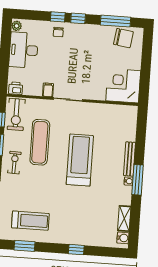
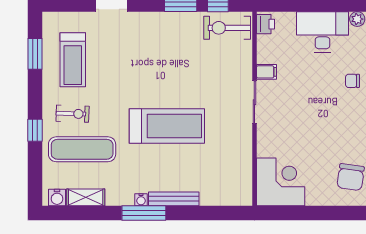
exercise mat: (40, 142) -> (82, 149), moved
exercise bike: (14, 163) -> (73, 114), moved

